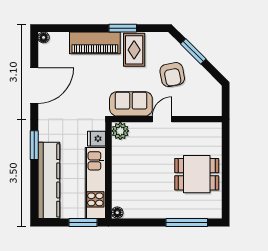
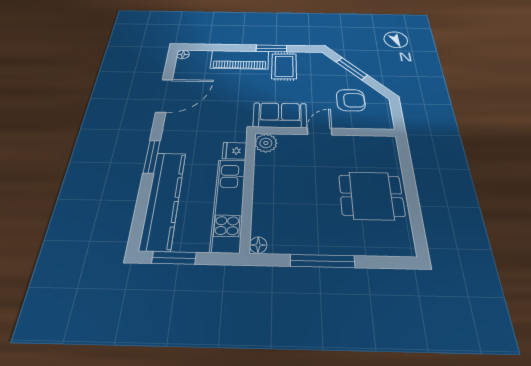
armchair: (172, 75) -> (351, 100), moved, turned -79
window: (83, 222) -> (174, 258), moved
window: (187, 222) -> (322, 261), moved

